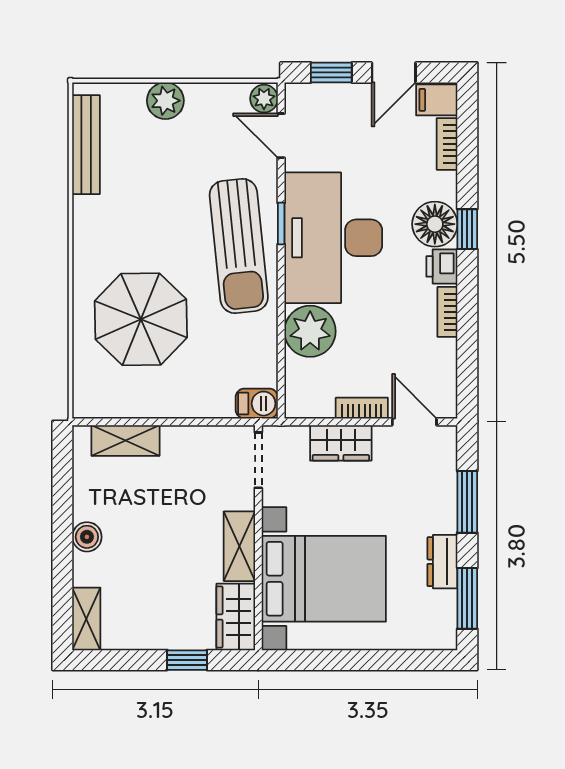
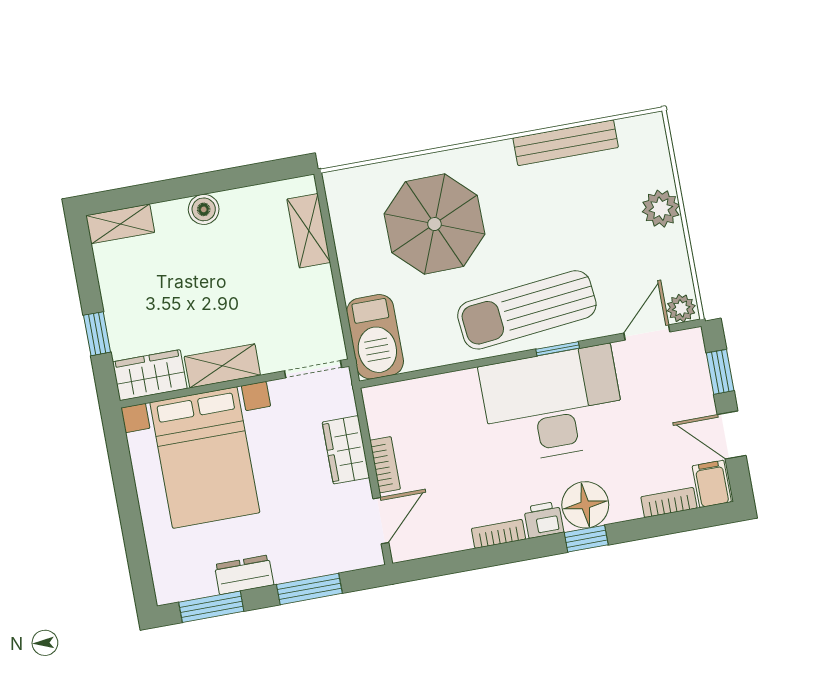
bench: (86, 145) -> (566, 143), moved
plant: (310, 331) -> (453, 398), removed
barbecue: (257, 404) -> (375, 337), width x1.88, depth x1.53

